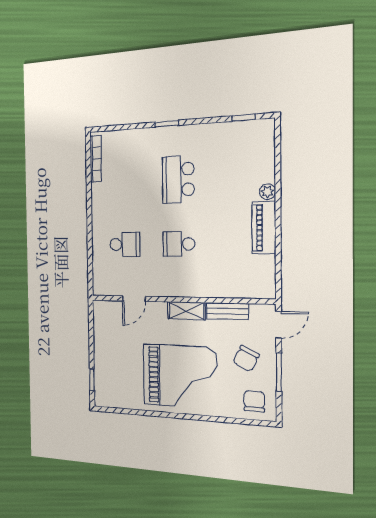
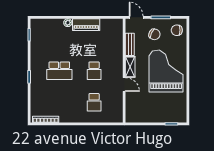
school desk: (125, 244) -> (94, 102), turned 180
door: (134, 299) -> (124, 85), moved

